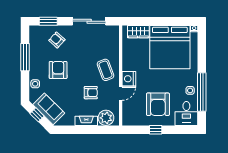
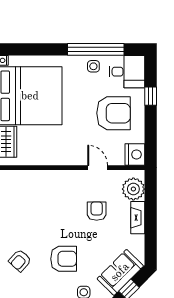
armchair: (58, 70) -> (64, 259), turned 180
coffee table: (106, 70) -> (63, 190), removed
nightstand: (129, 79) -> (135, 154), moved, turned -90
window: (156, 130) -> (151, 96), moved

